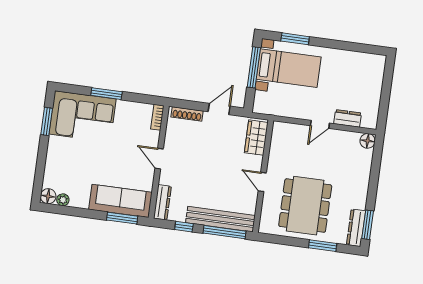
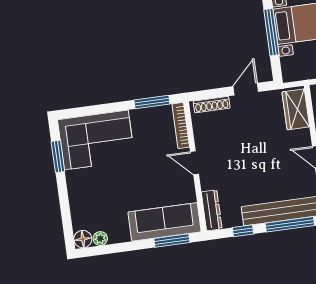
window: (106, 94) -> (152, 102), moved
bookcase: (157, 117) -> (181, 126), width x1.56

